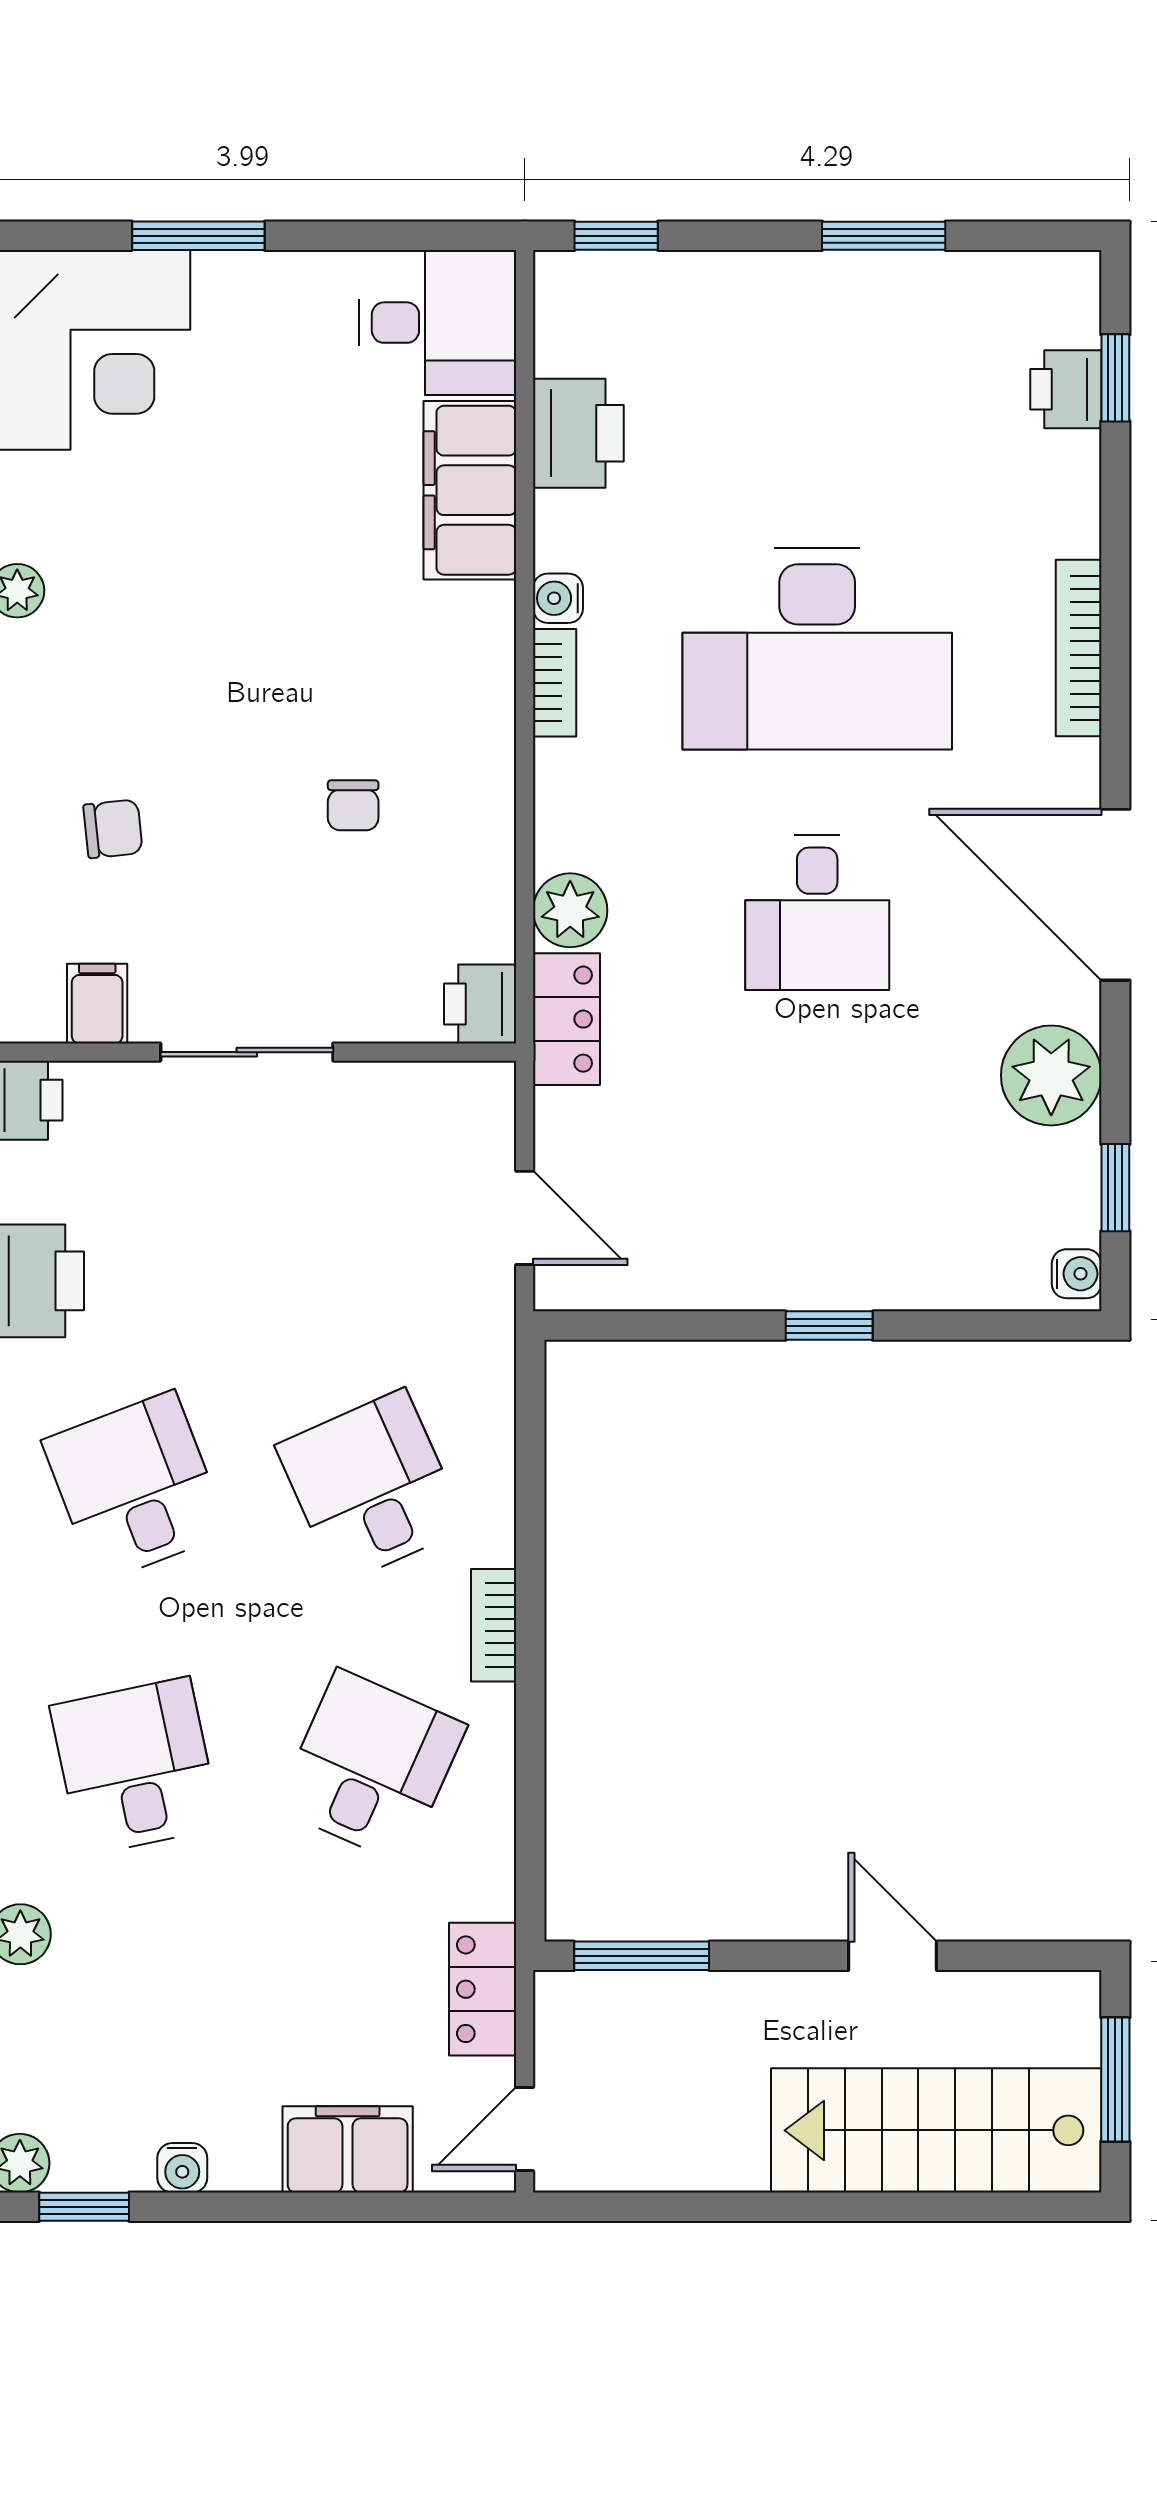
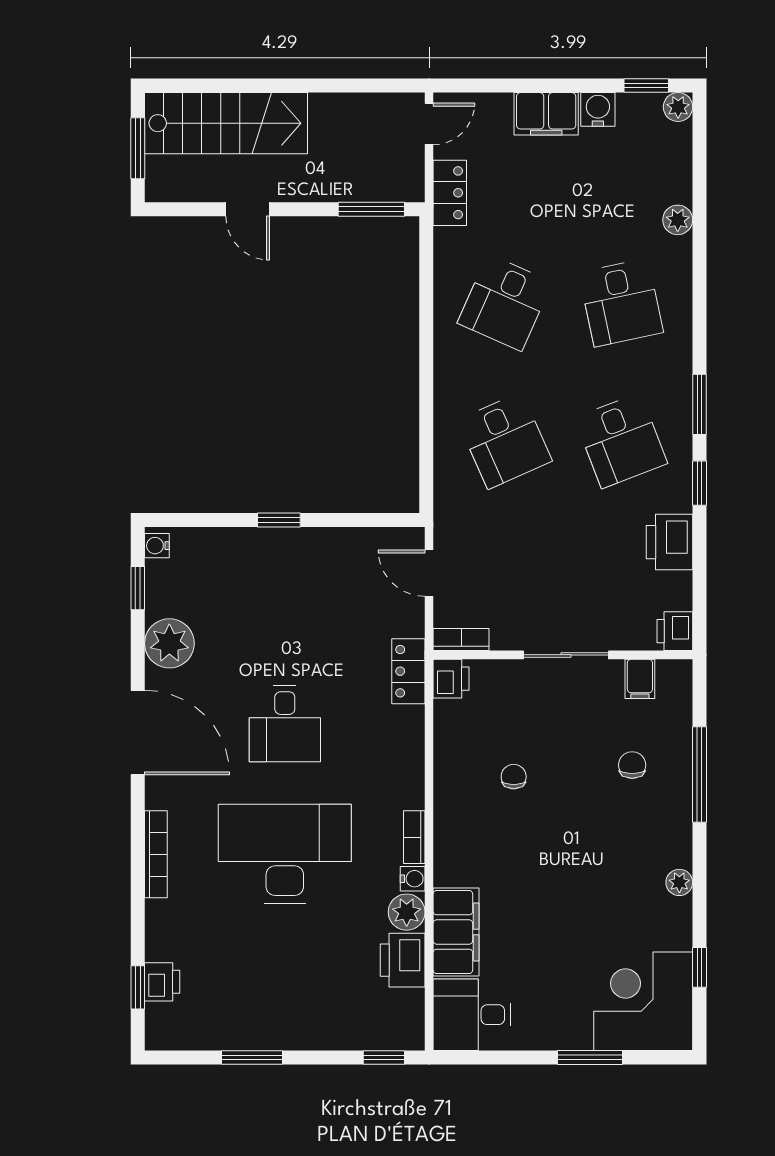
chair: (113, 829) -> (632, 765), turned 96
plant: (570, 910) -> (407, 912), moved
desk: (817, 913) -> (285, 724), turned 180
bookcase: (494, 1625) -> (461, 640), moved, turned -90
filing cabinet: (348, 2149) -> (546, 114), moved
water cooler: (182, 2168) -> (598, 109), width x1.38, depth x1.38

